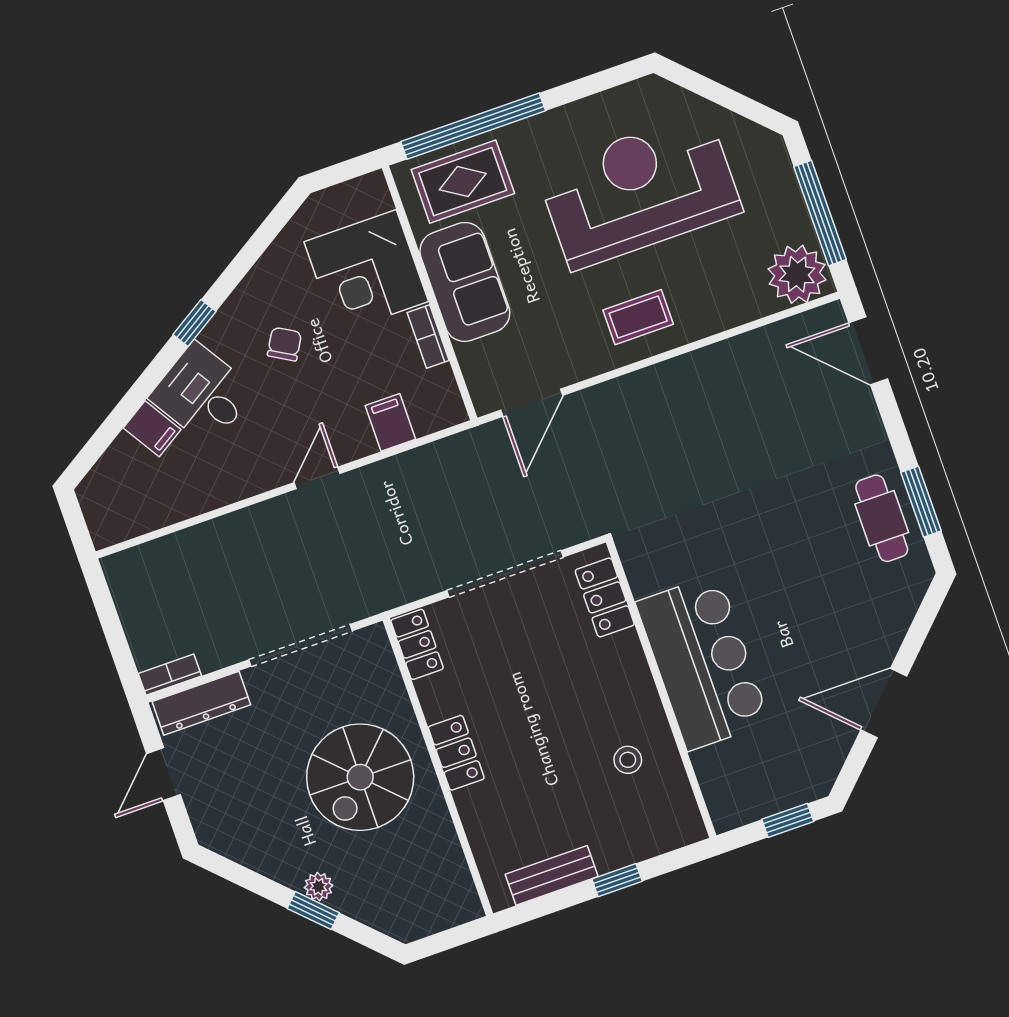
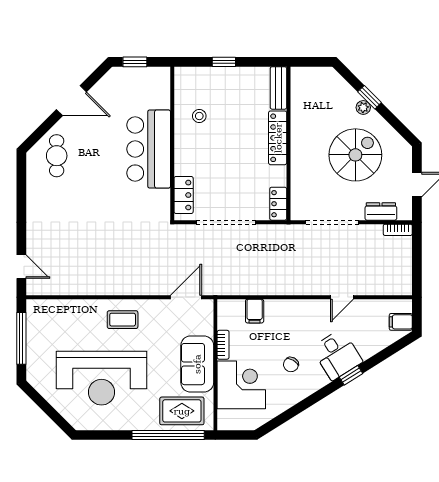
plant: (797, 274) -> (42, 314), removed
window: (195, 323) -> (351, 375), moved
door: (868, 351) -> (21, 267), width x0.73
filing cabinet: (152, 429) -> (401, 322), moved, turned -58
door: (317, 478) -> (342, 297), moved
window: (921, 502) -> (21, 188), removed
cafe table: (882, 518) -> (57, 156), moved
dresser: (201, 703) -> (381, 211), width x0.70
locker: (456, 753) -> (278, 138), width x1.53
spiral stairs: (360, 777) -> (355, 155), moved
bench: (552, 875) -> (278, 88), moved, turned 90

